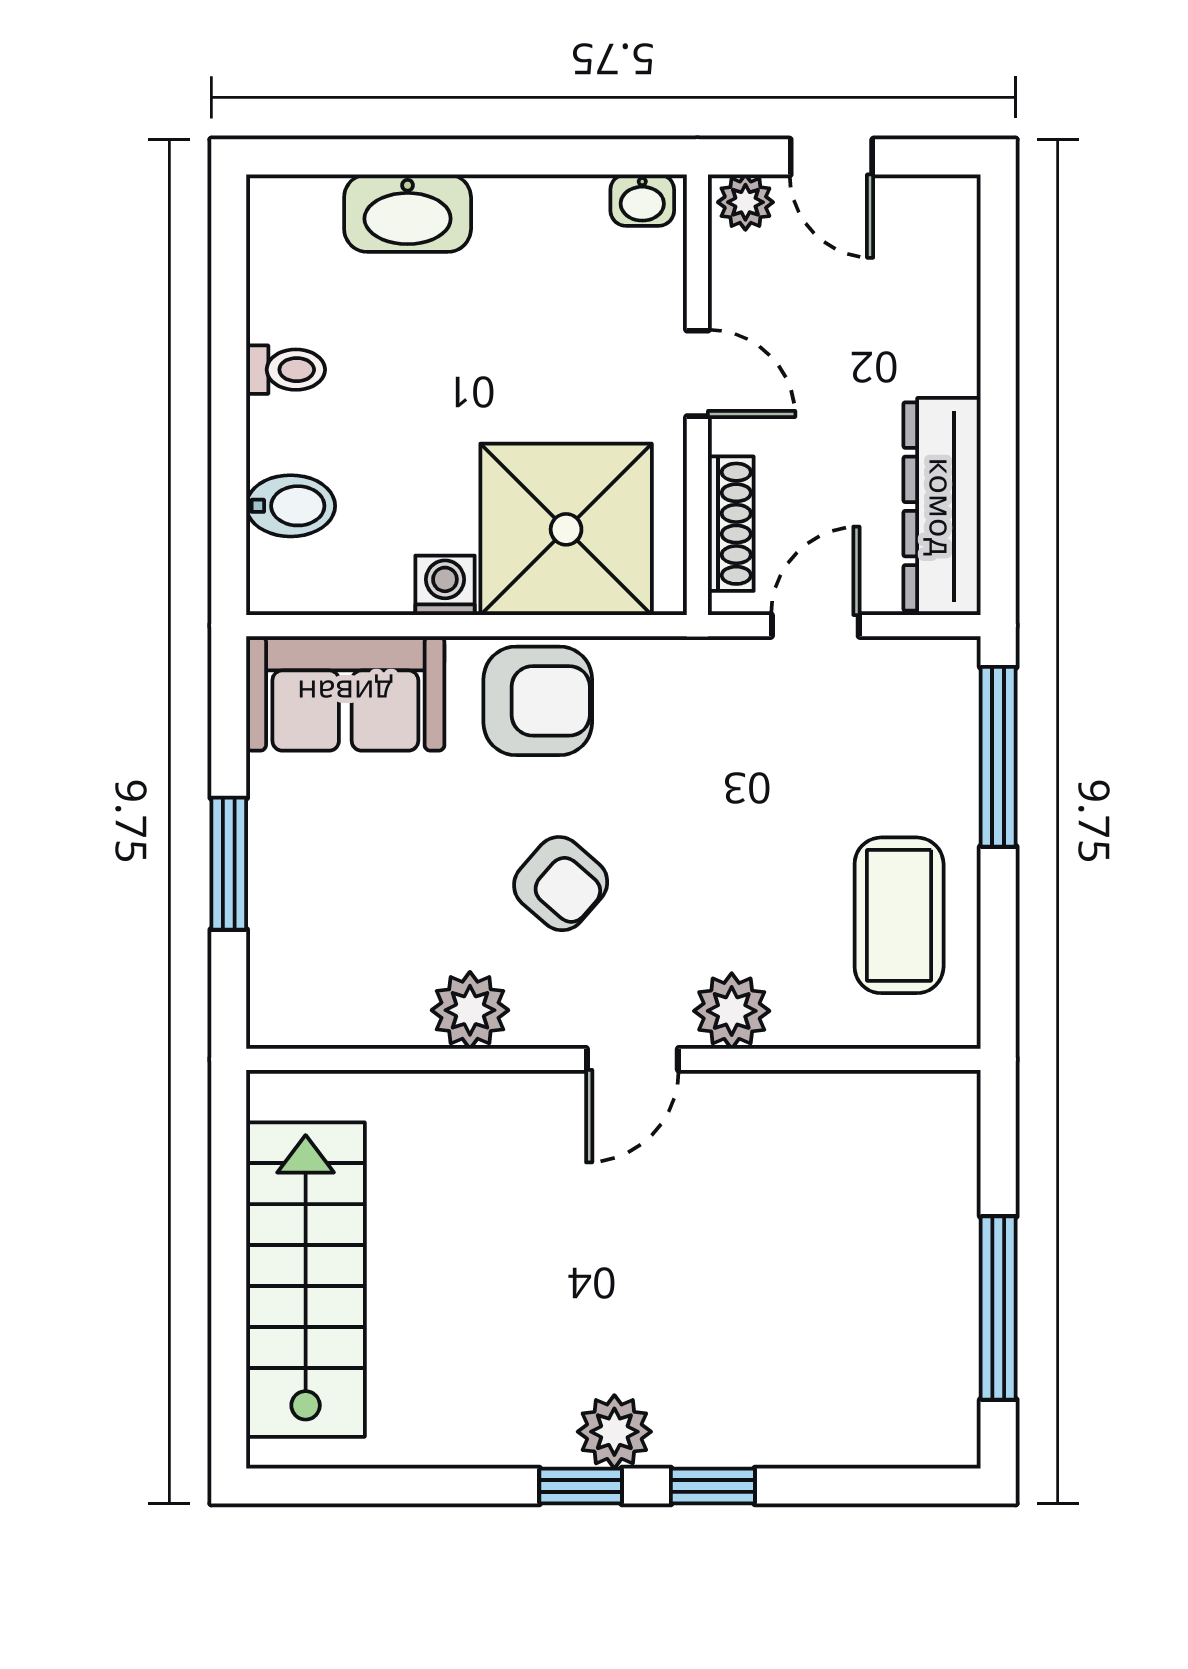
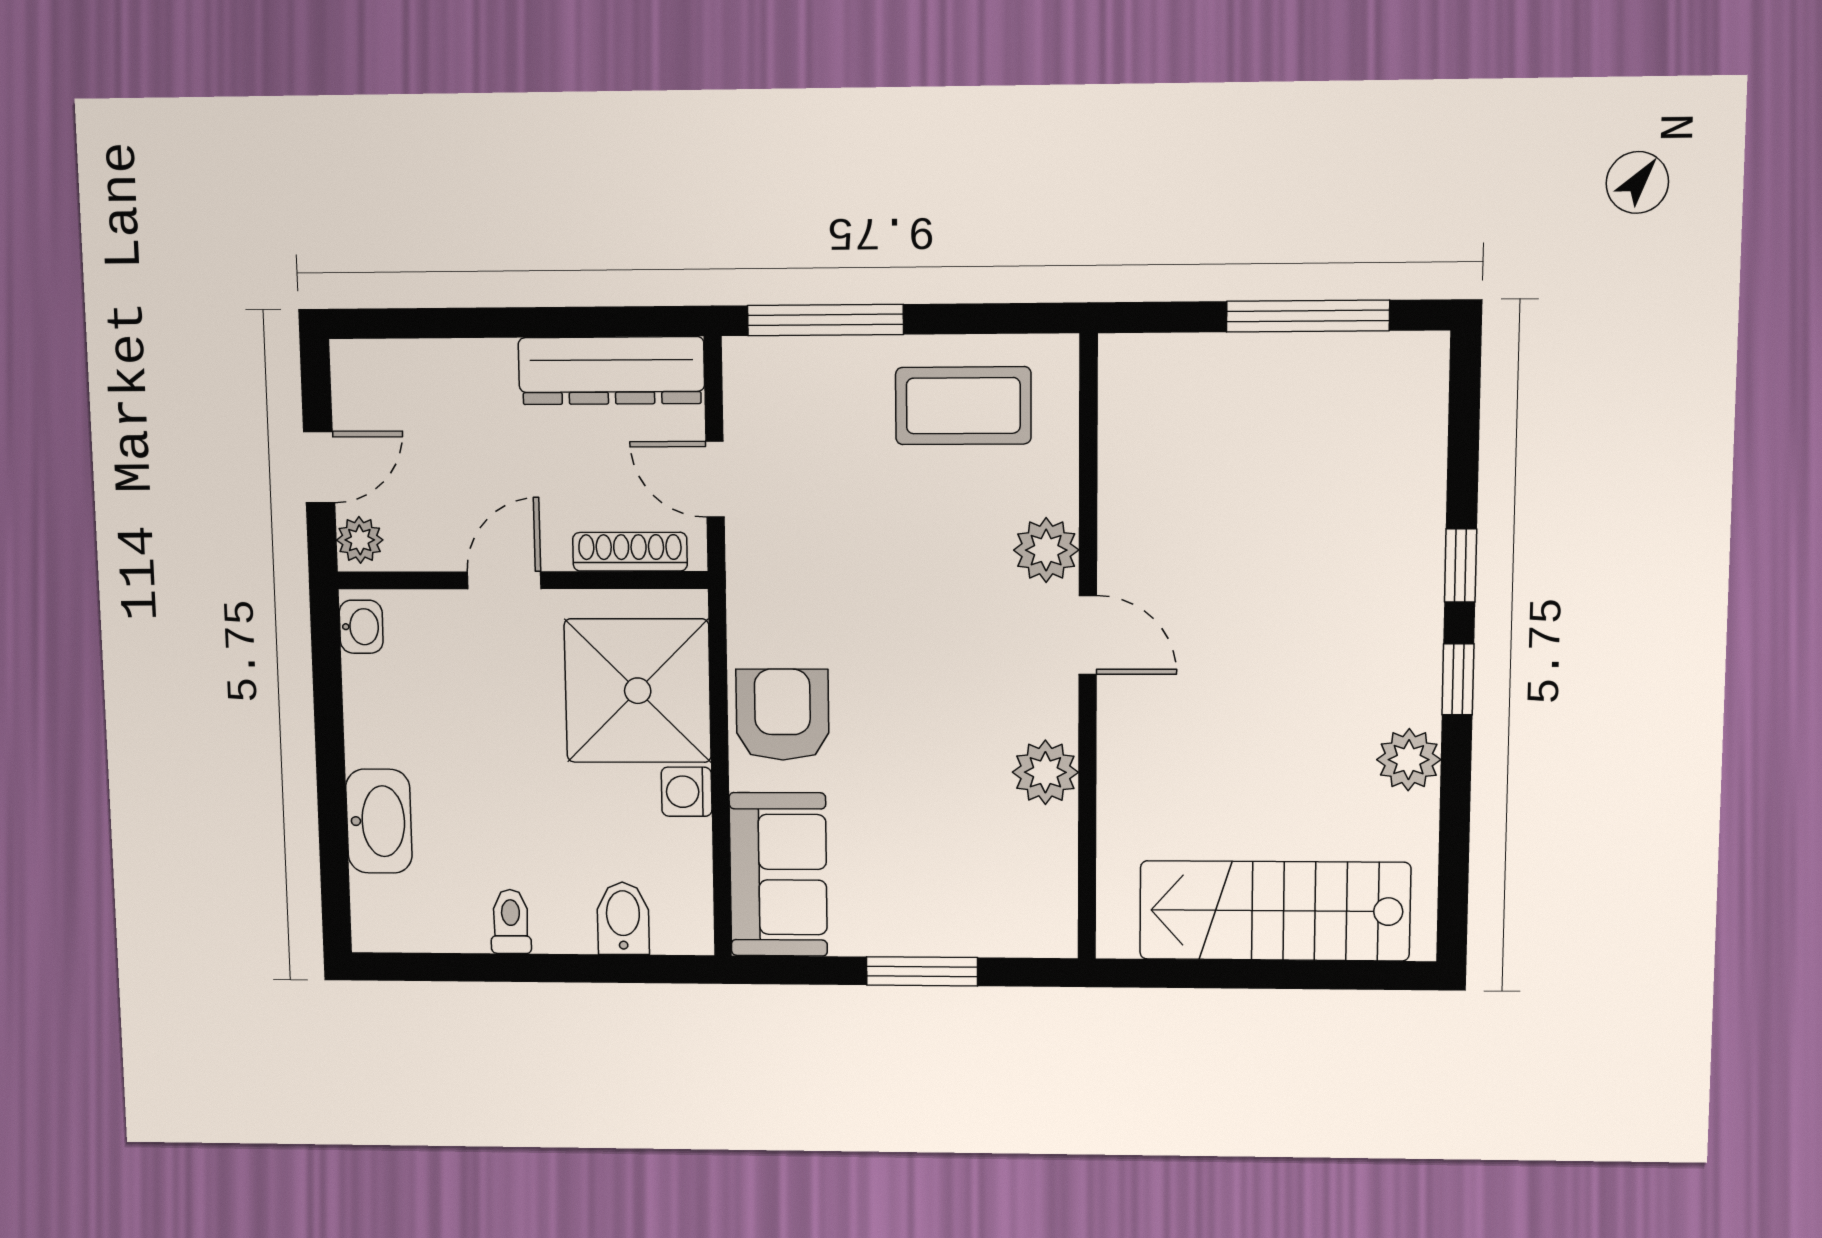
armchair: (561, 884) -> (937, 696), removed
plant: (614, 1432) -> (1409, 760), moved

